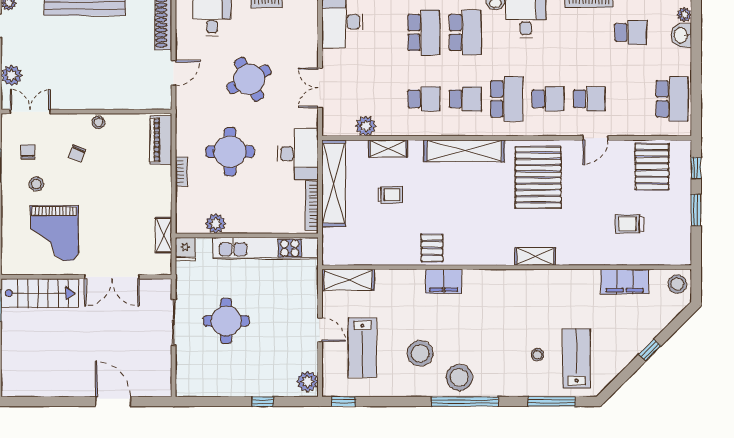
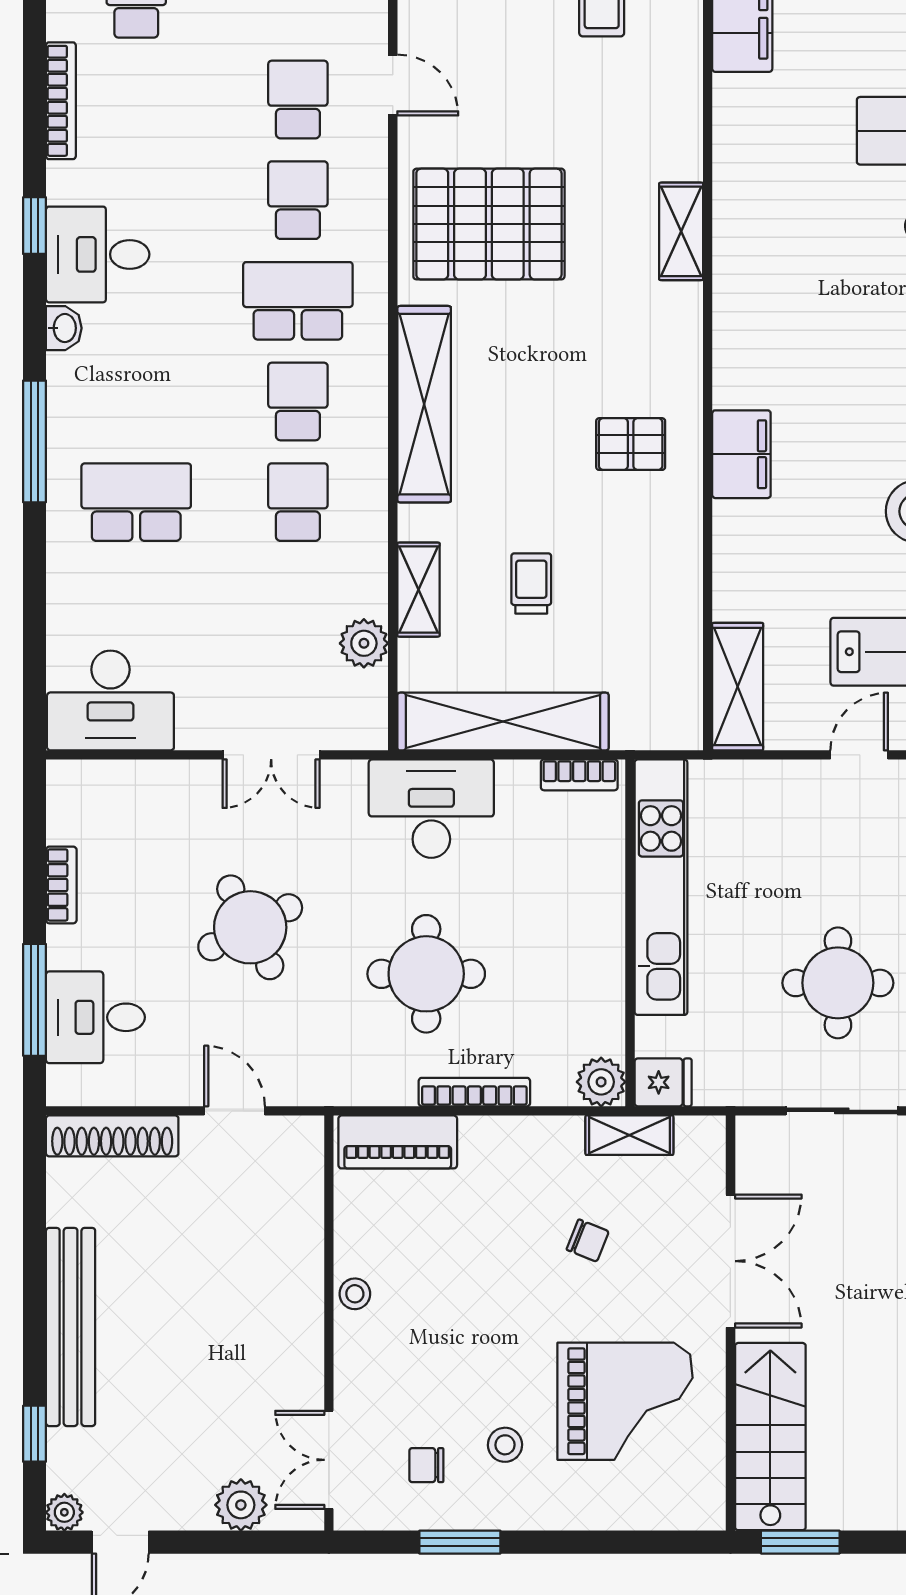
school desk: (465, 32) -> (136, 402), removed
chair: (77, 153) -> (588, 1241), moved
bookcase: (181, 171) -> (474, 1092), width x1.56
bookcase: (312, 206) -> (579, 775), width x0.64
plant: (216, 224) -> (601, 1082), moved
pallet: (432, 248) -> (631, 444), moved

